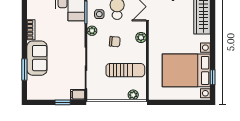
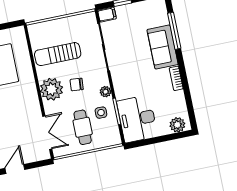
plant: (141, 37) -> (51, 89), width x1.87, depth x1.87
window: (24, 70) -> (174, 31), width x1.44
plant: (133, 95) -> (43, 27), removed

